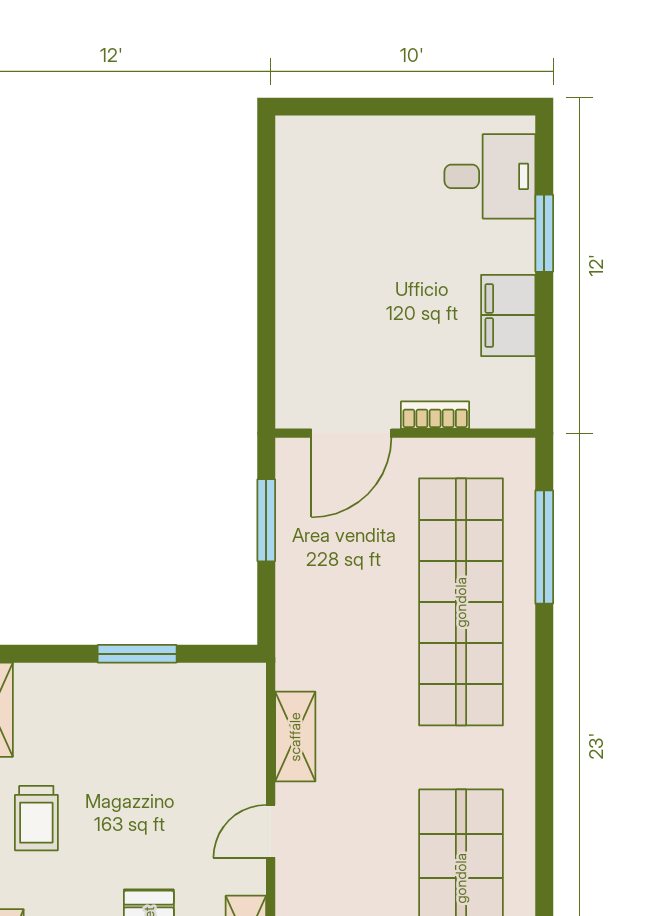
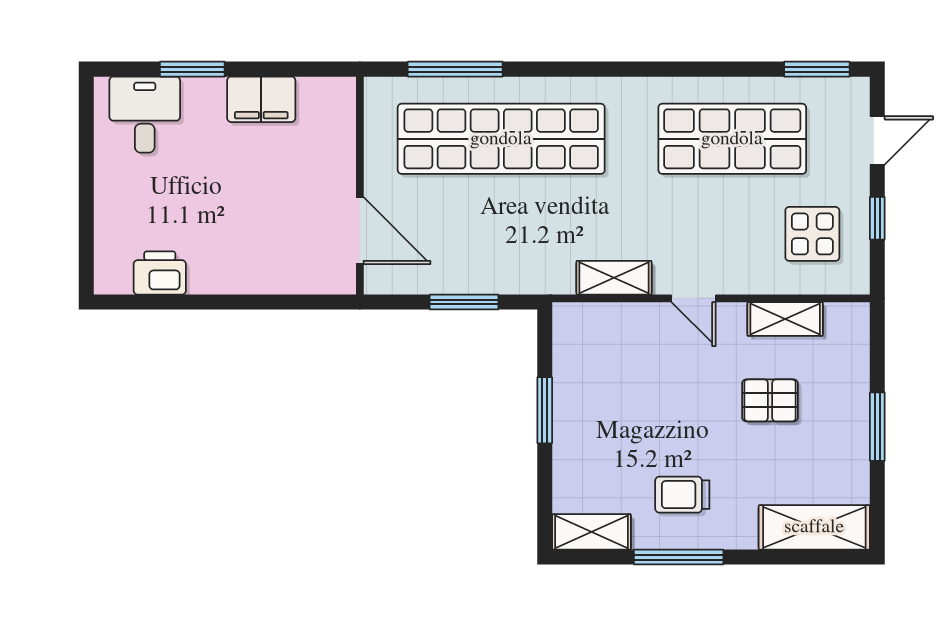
printer: (301, 194) -> (160, 273), added
bookcase: (435, 415) -> (345, 161), removed
window: (266, 520) -> (464, 302), moved
trolley: (36, 818) -> (682, 495), turned 180

